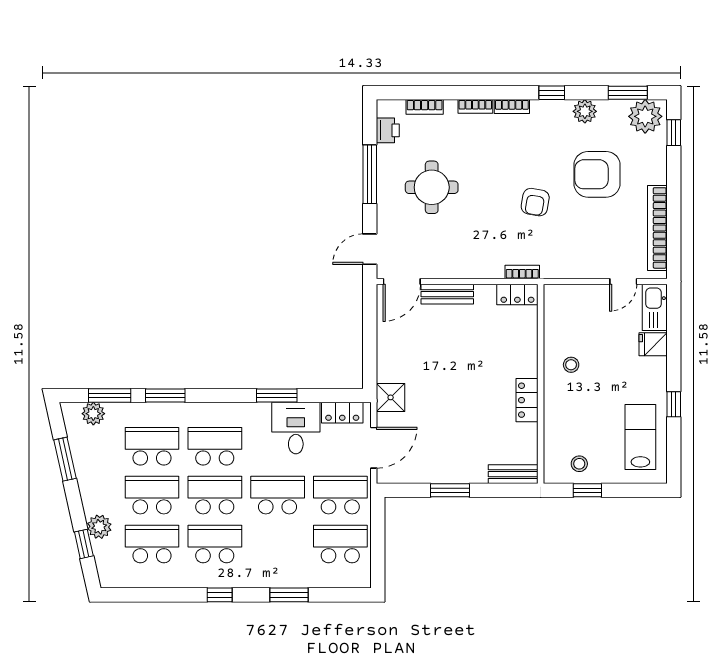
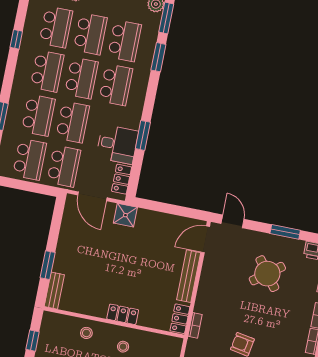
window: (370, 174) -> (285, 232), width x0.69
round table: (432, 187) -> (267, 274), turned -37
door: (402, 282) -> (205, 239), hinge flipped
bench: (447, 294) -> (189, 276), width x1.36
locker: (527, 400) -> (123, 314), moved
stool: (579, 464) -> (86, 333), moved
window: (450, 490) -> (48, 265), moved
school desk: (278, 544) -> (38, 115), added
window: (220, 595) -> (16, 39), moved

